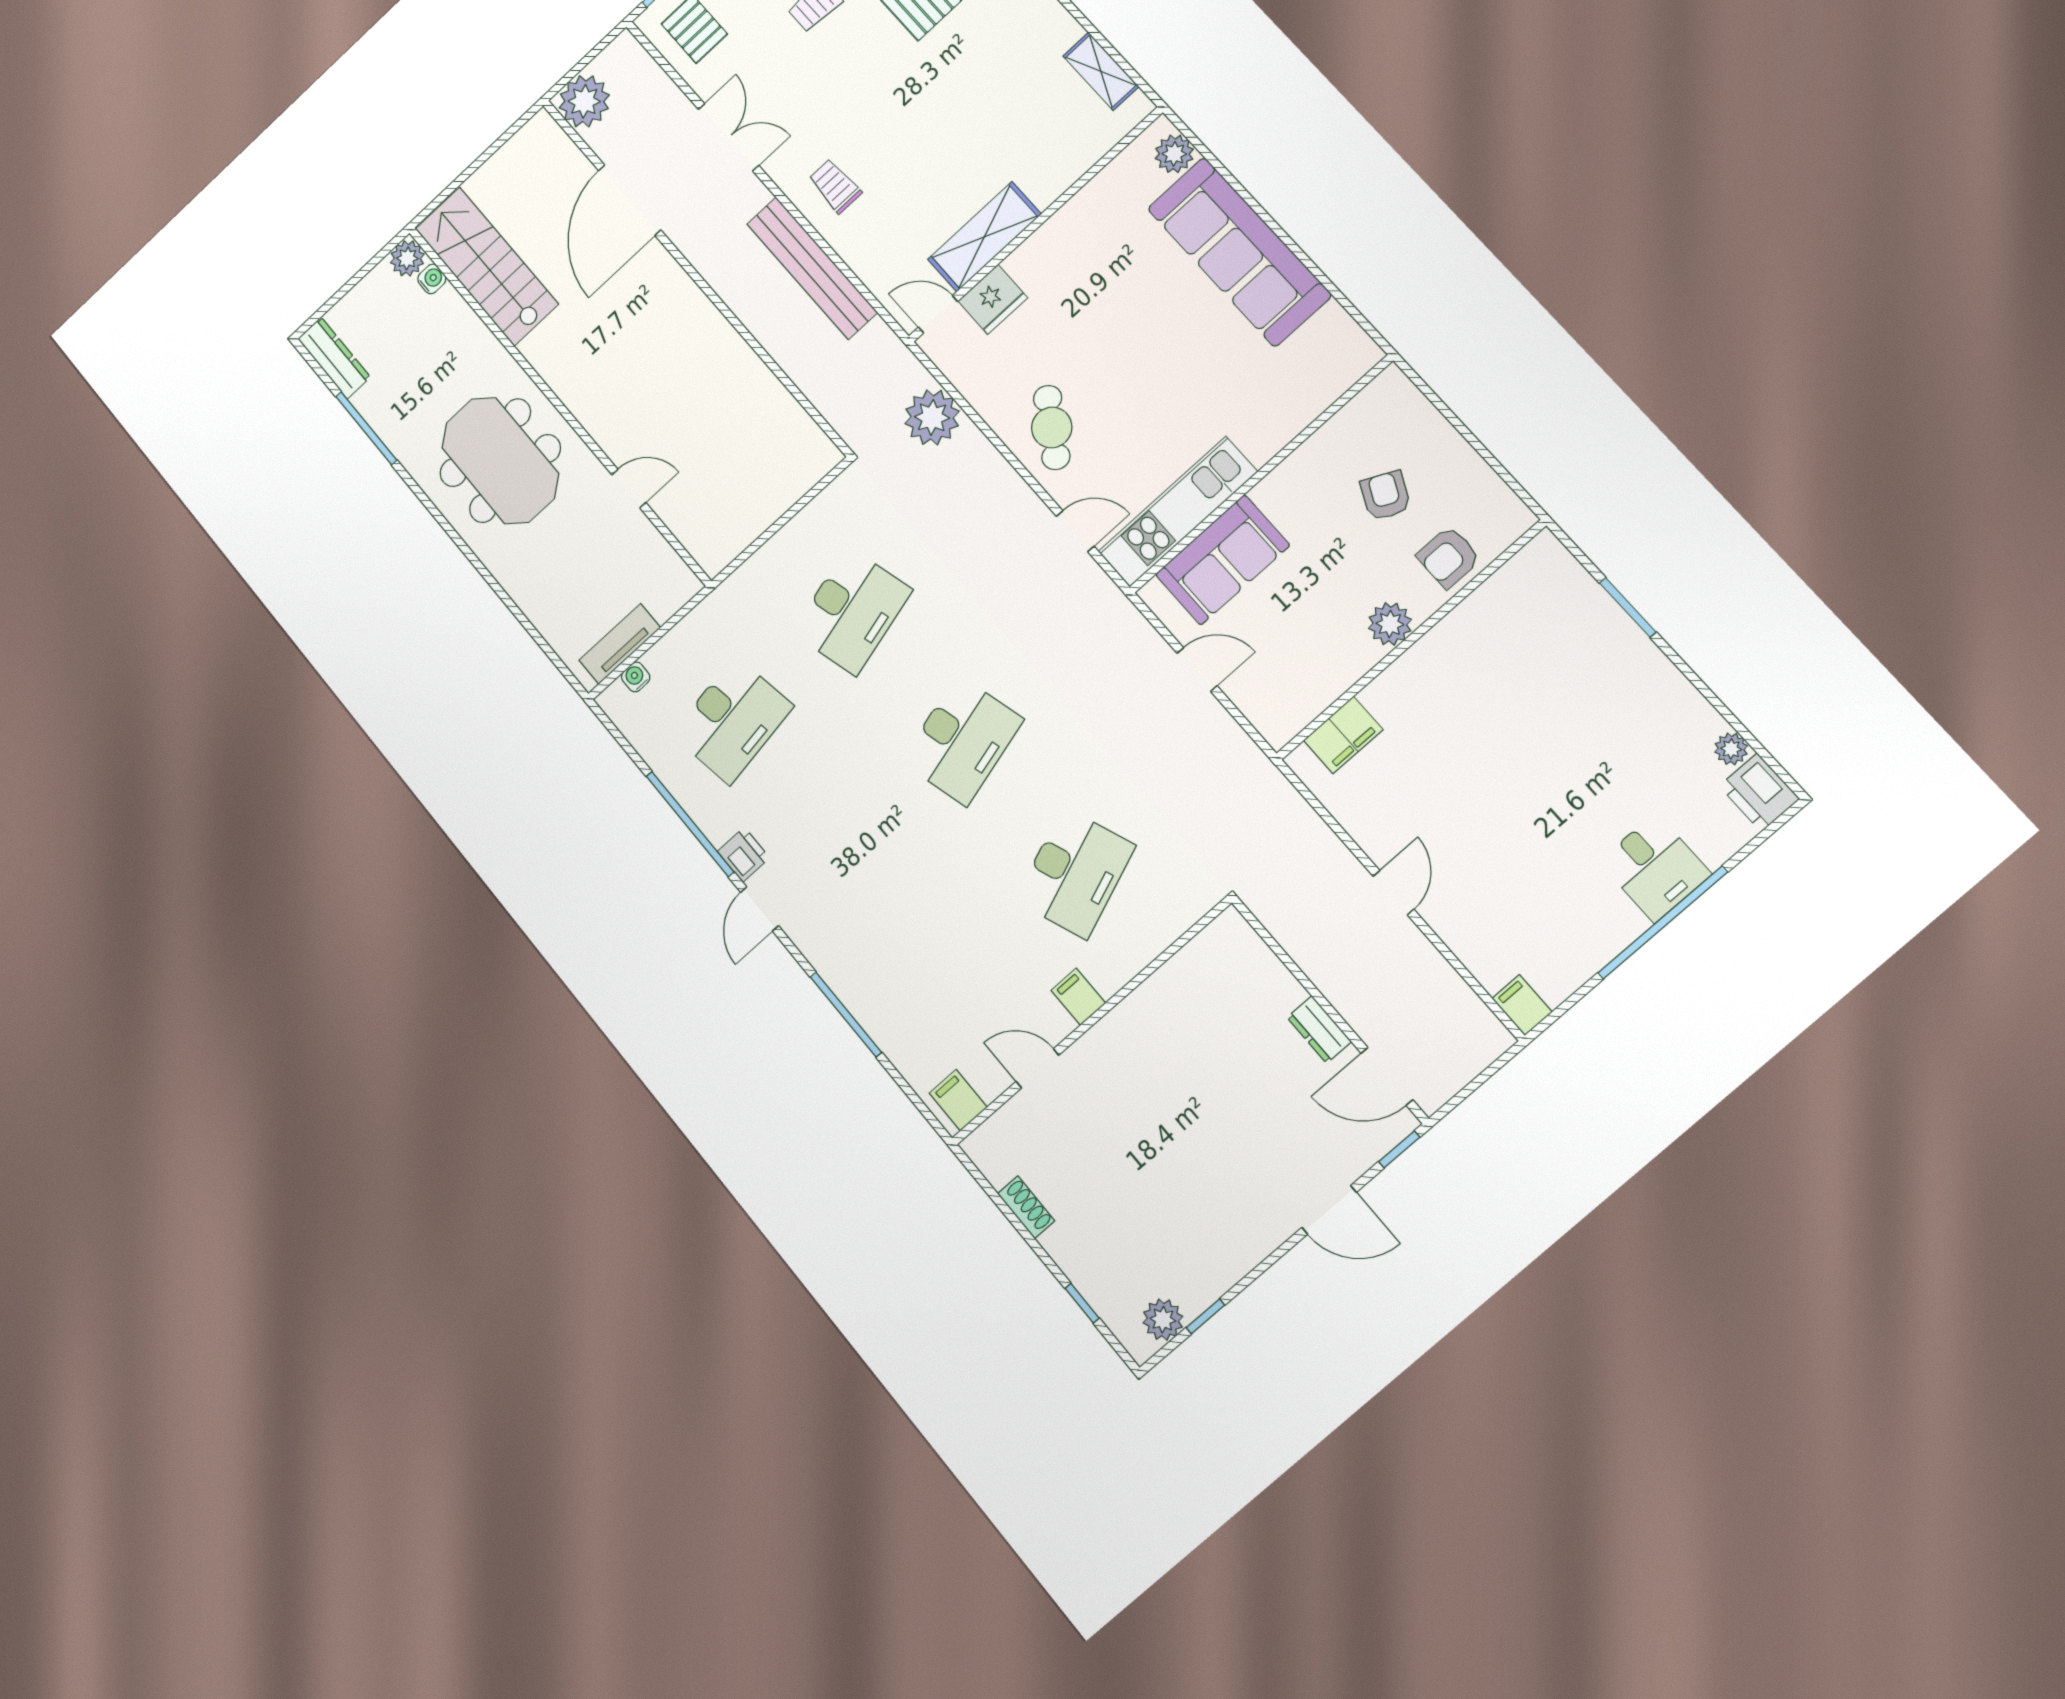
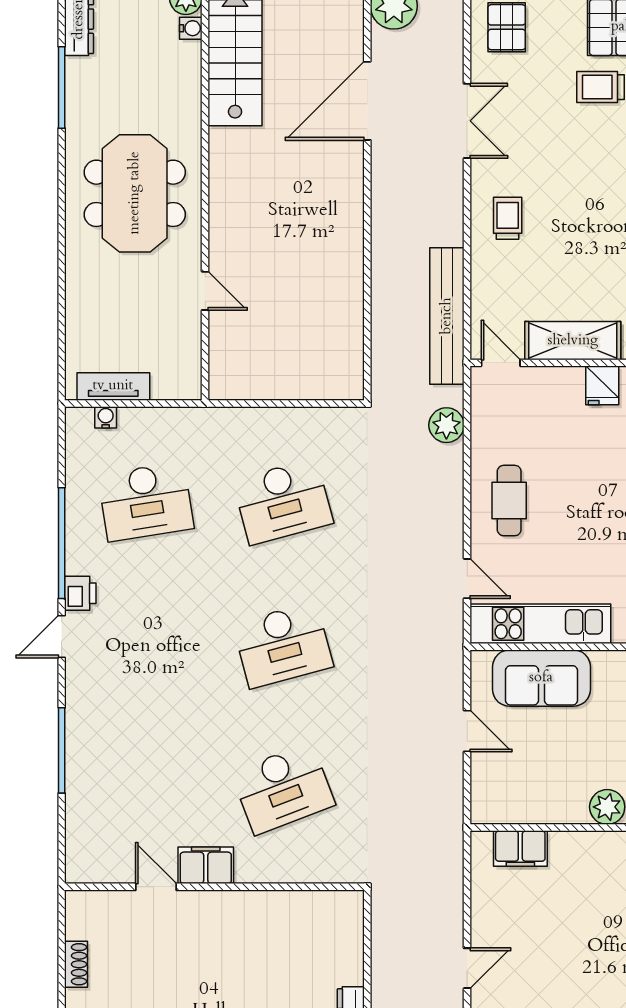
bench: (812, 268) -> (447, 316), moved
fridge: (993, 299) -> (602, 385), moved, width x0.72
plant: (932, 417) -> (446, 425), width x0.73, depth x0.73
cafe table: (1052, 427) -> (509, 501), turned -33
filing cabinet: (1078, 997) -> (206, 865), width x2.00
filing cabinet: (958, 1100) -> (89, 864), removed

